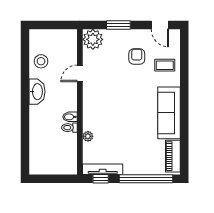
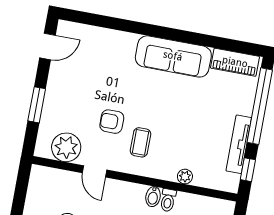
plant: (93, 39) -> (66, 147), moved
armchair: (137, 56) -> (112, 122), moved
coffee table: (165, 65) -> (140, 142), moved
tv unit: (103, 169) -> (239, 144), moved

